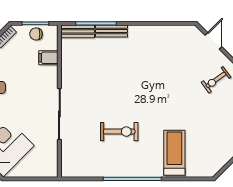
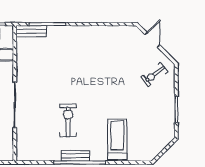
bench: (111, 31) -> (75, 156), moved
exercise bike: (119, 132) -> (68, 120), turned -90

